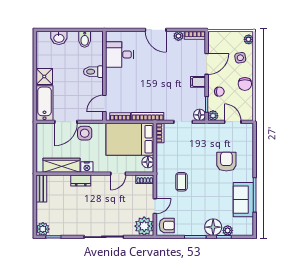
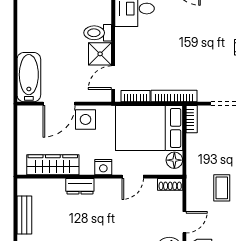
shower: (44, 76) -> (100, 54), moved
nightstand: (87, 167) -> (103, 167), moved
bench: (41, 189) -> (24, 215), moved

